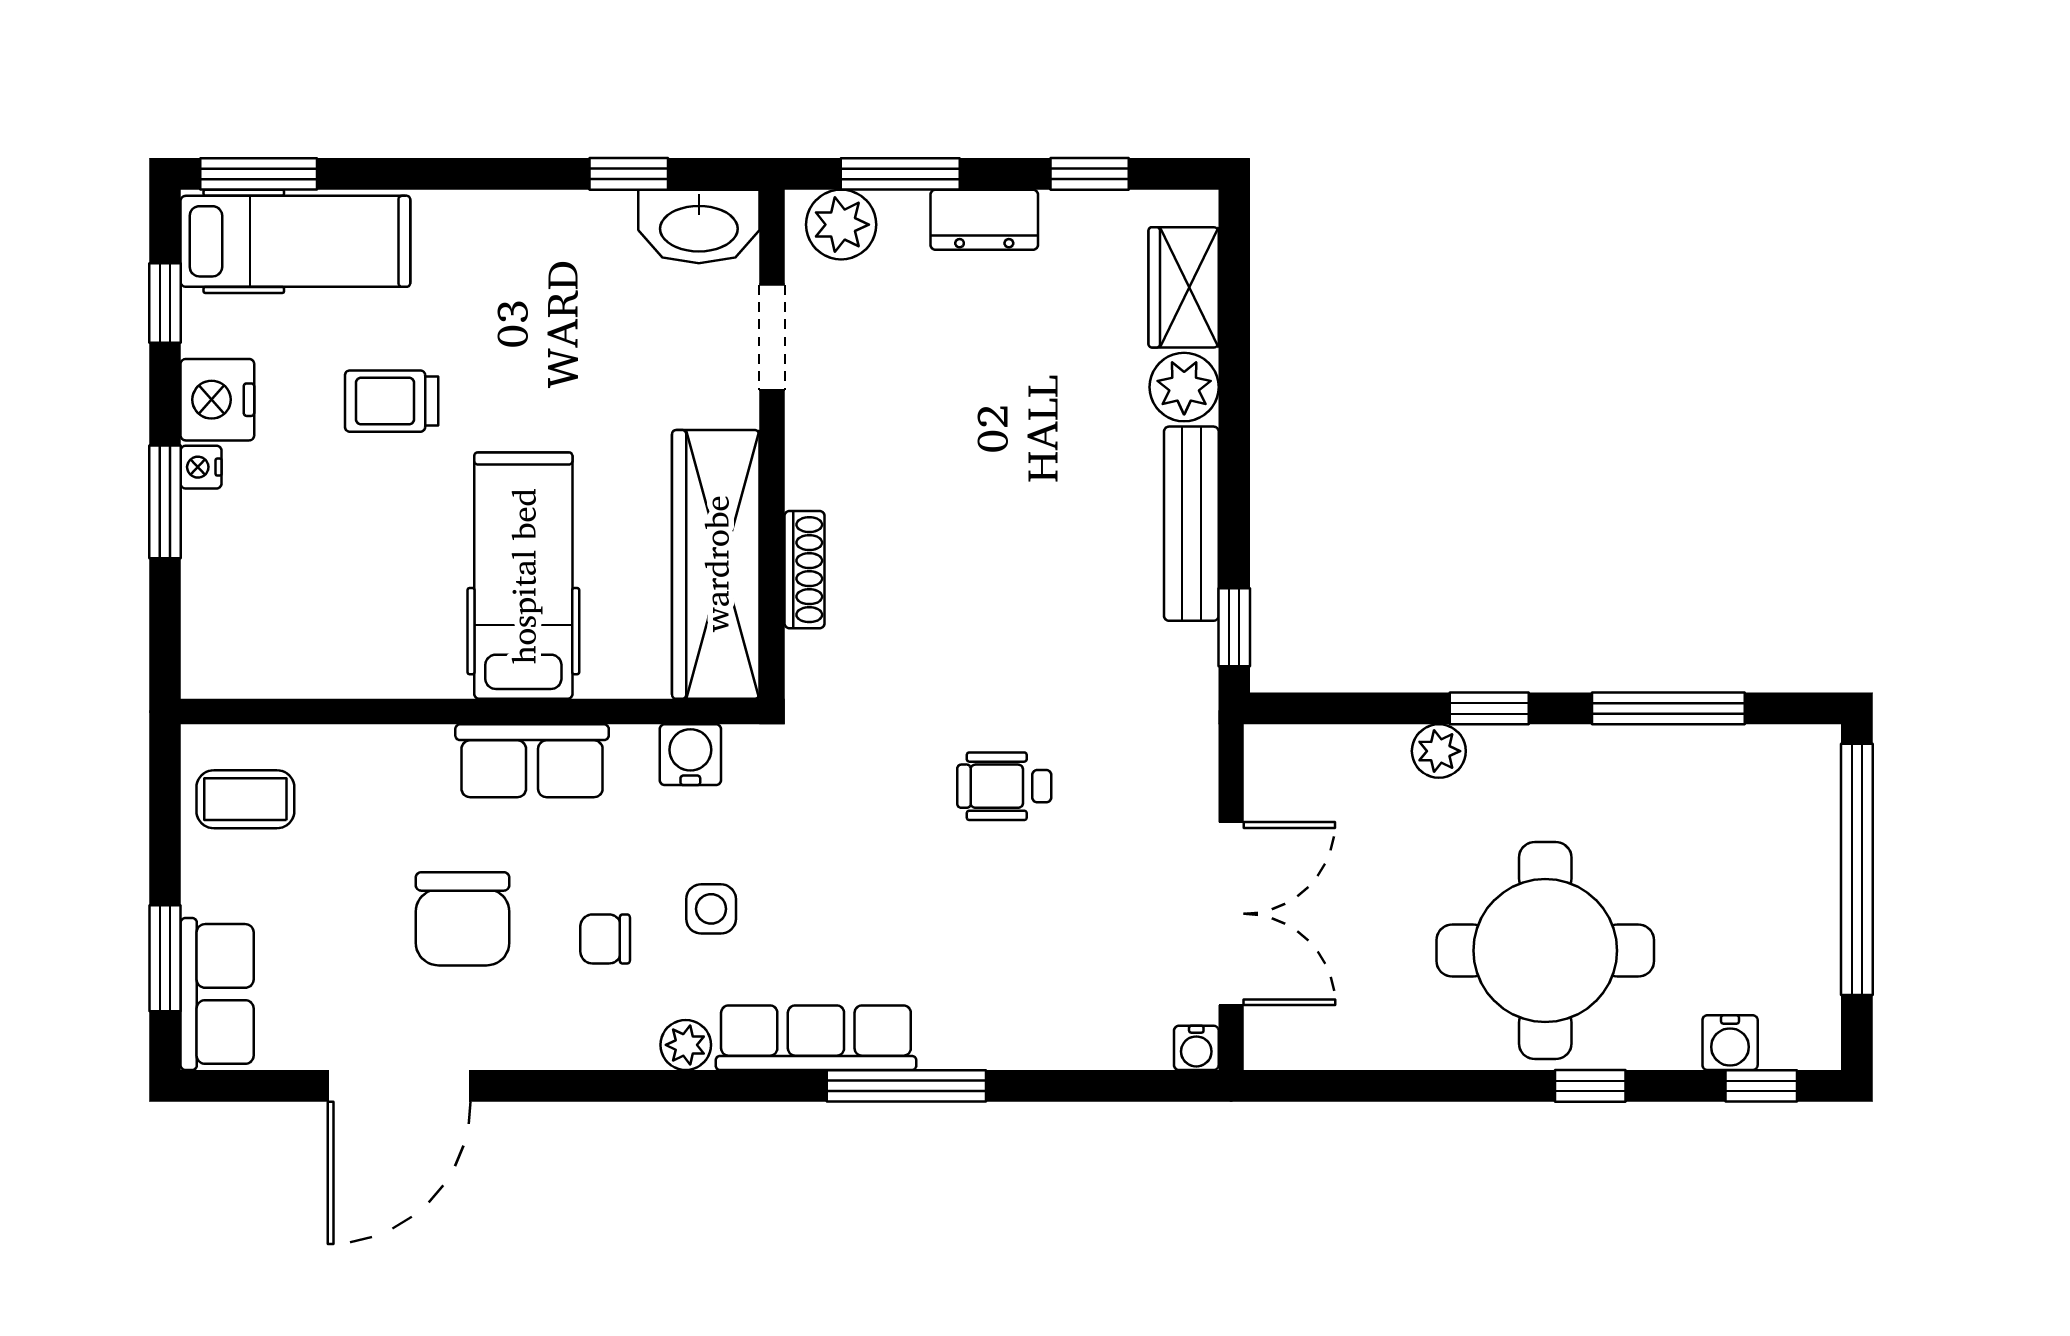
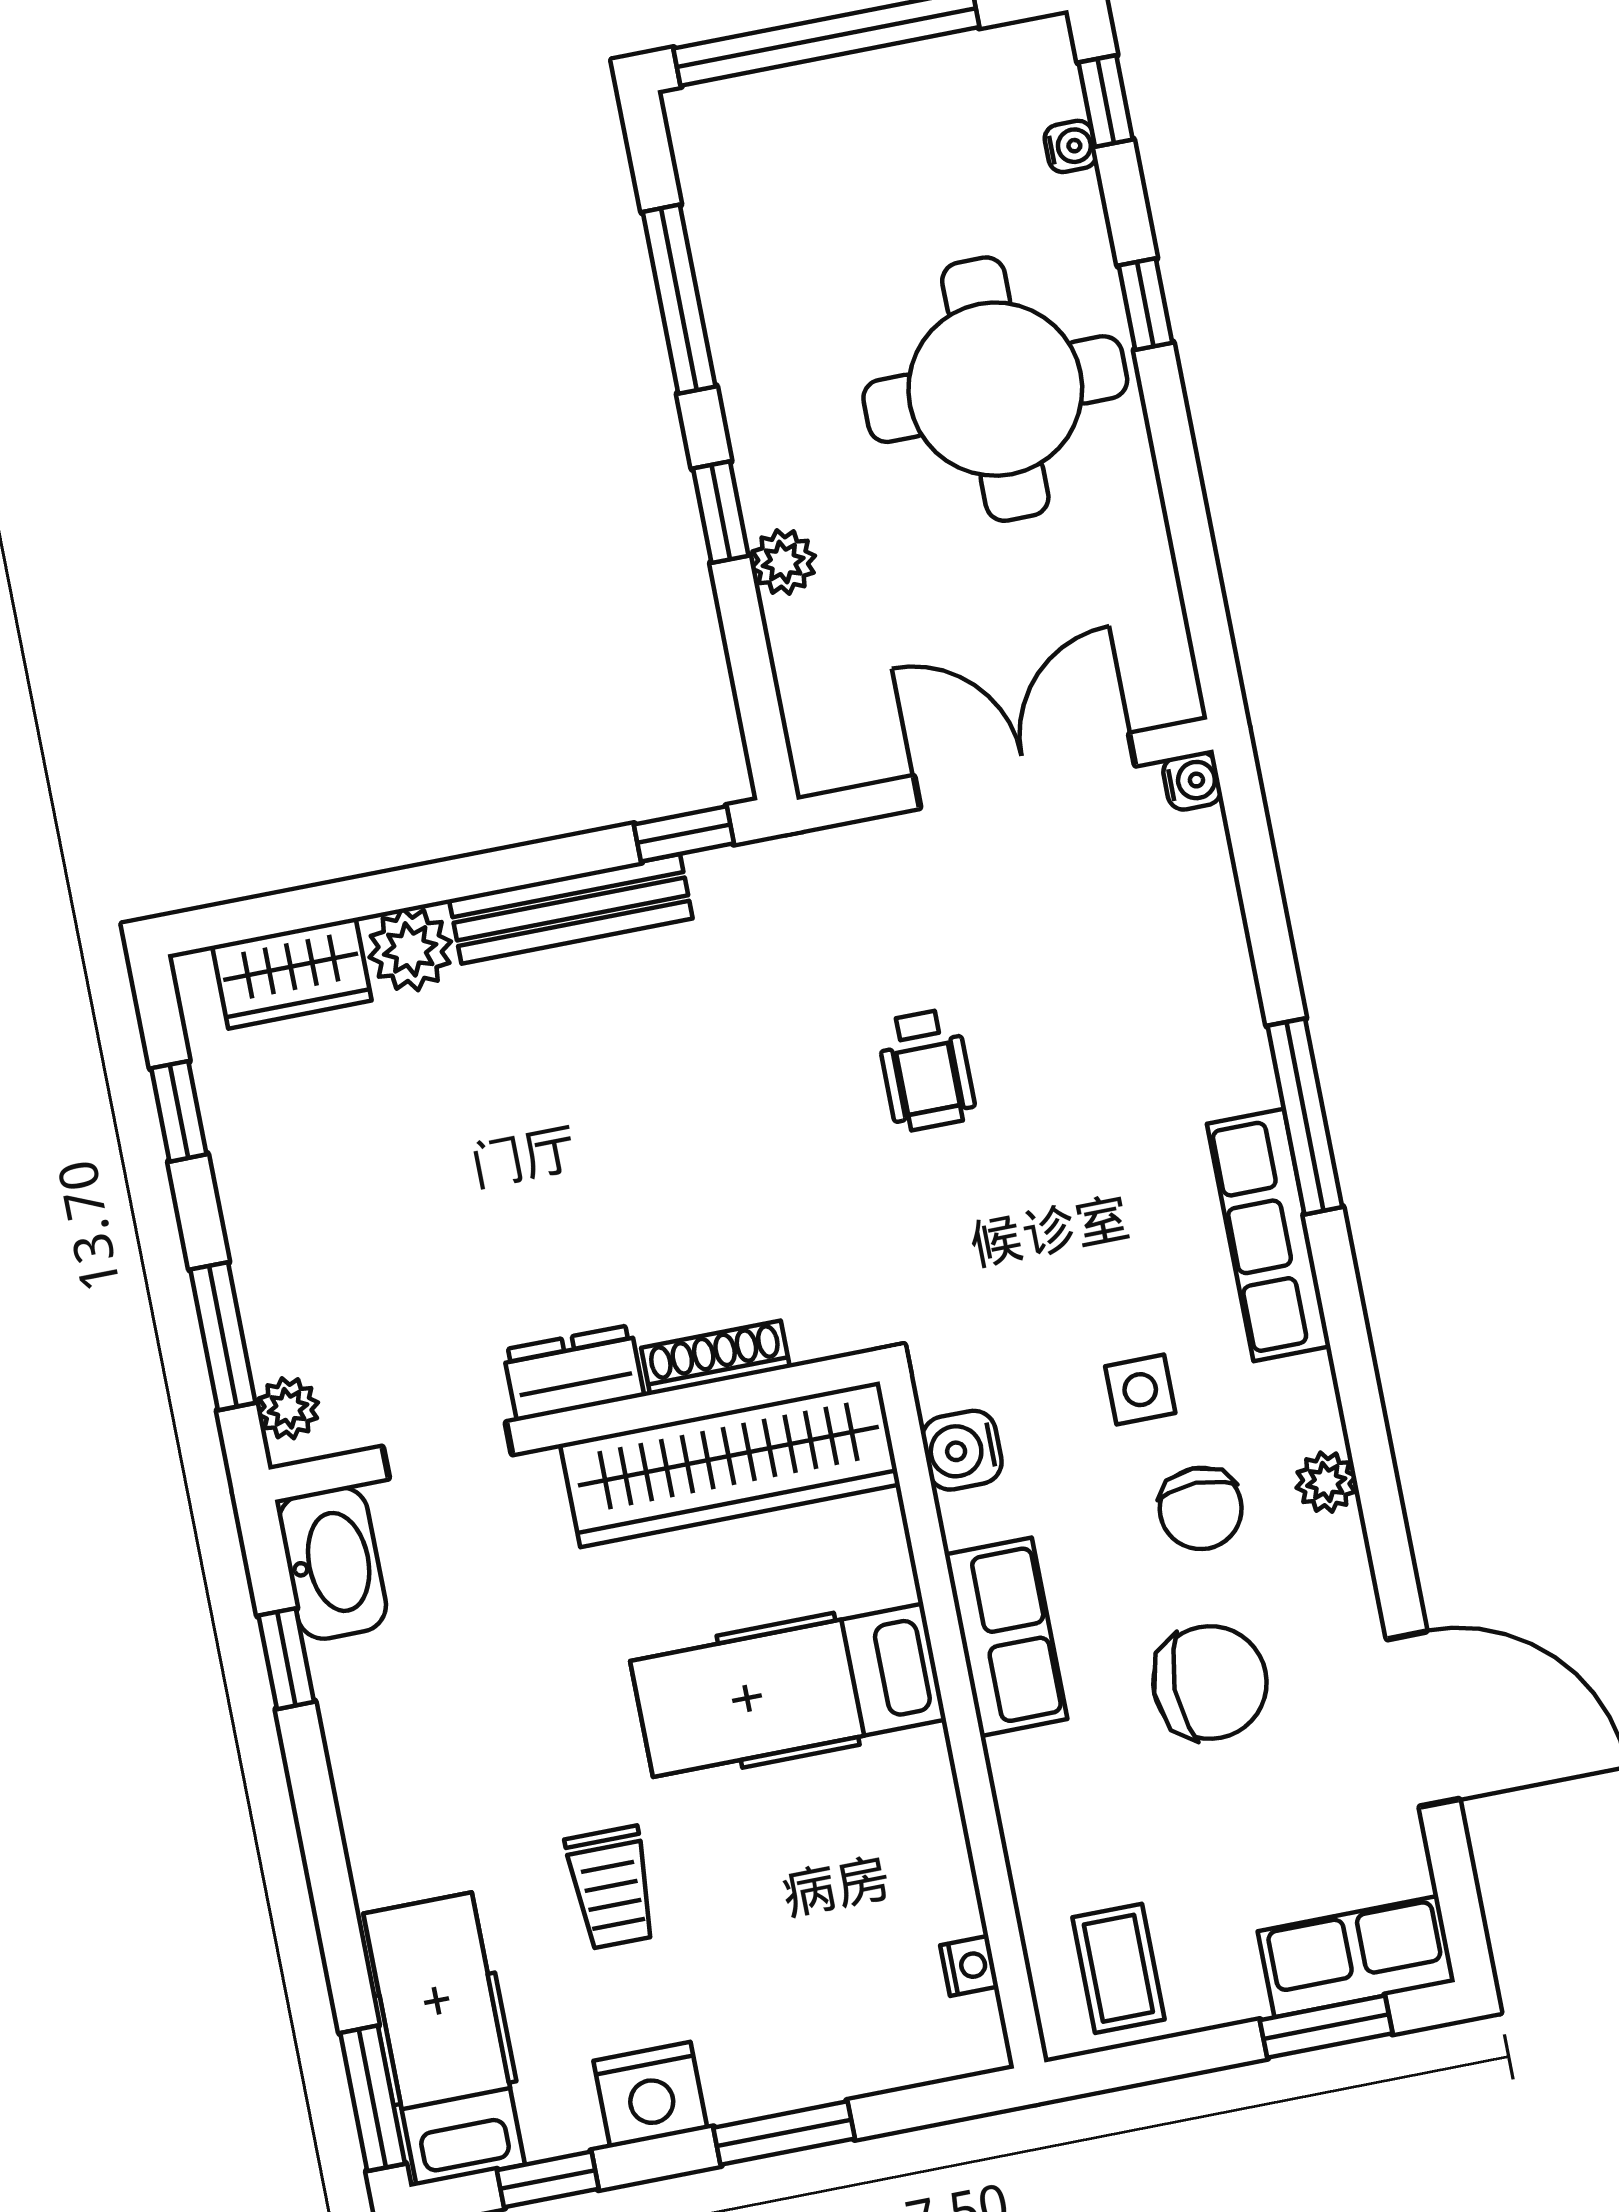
dresser: (984, 220) -> (574, 1373), moved, turned -90
plant: (841, 225) -> (288, 1408), width x0.73, depth x0.73
nightstand: (201, 467) -> (969, 1966), moved, turned -90
chair: (605, 939) -> (1201, 1508), width x1.37, depth x1.37
water cooler: (1730, 1043) -> (1071, 146), width x0.72, depth x0.72
plant: (686, 1045) -> (1326, 1482), moved

